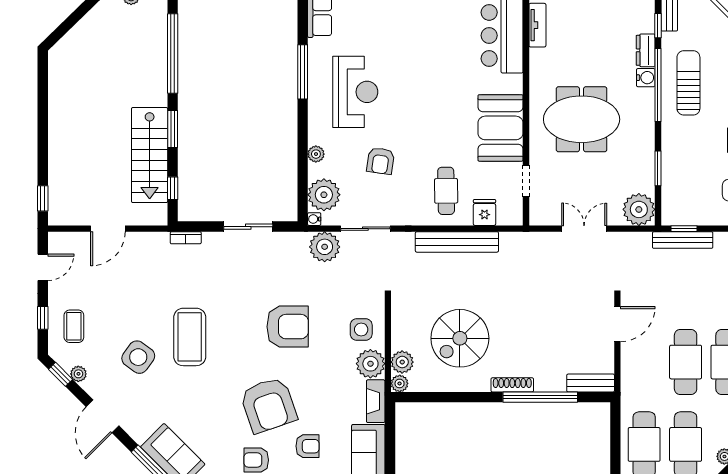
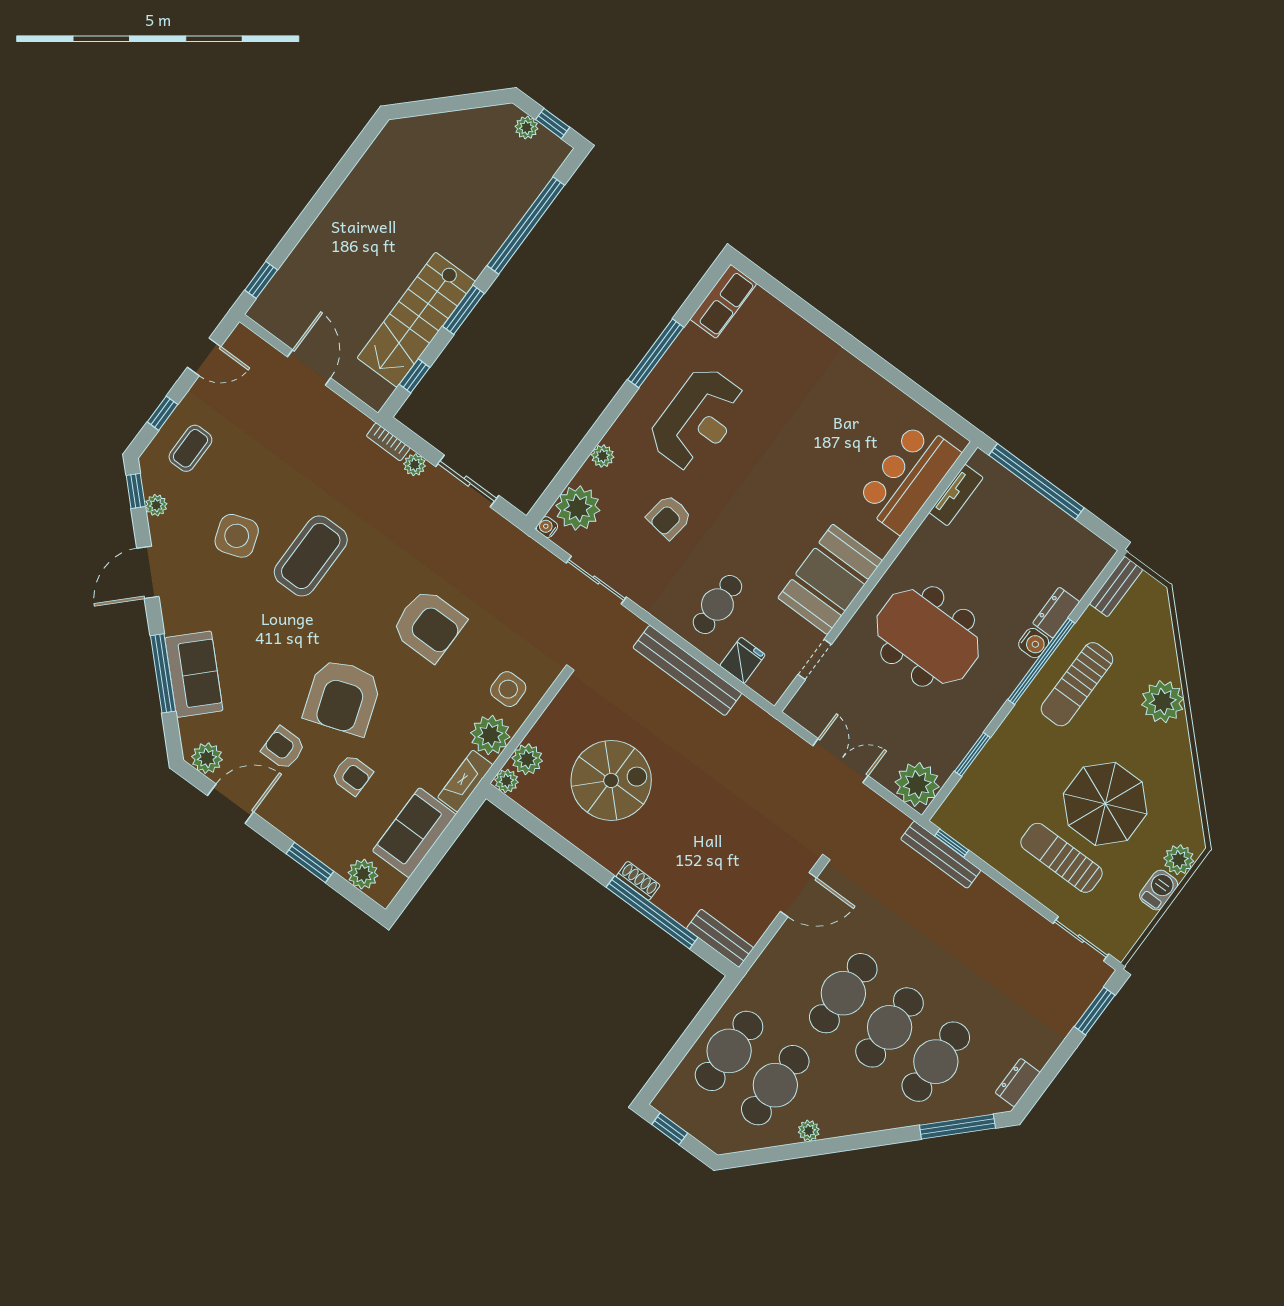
window: (658, 26) -> (1090, 595), removed
sun lounger: (688, 83) -> (1077, 684), turned 180
door: (108, 229) -> (309, 367), swing flipped
plant: (325, 247) -> (415, 465), moved, width x0.53, depth x0.53
spiral stairs: (460, 338) -> (611, 780), turned 180
side table: (138, 357) -> (237, 536), turned 35
shoe rack: (512, 385) -> (638, 881), width x0.70

